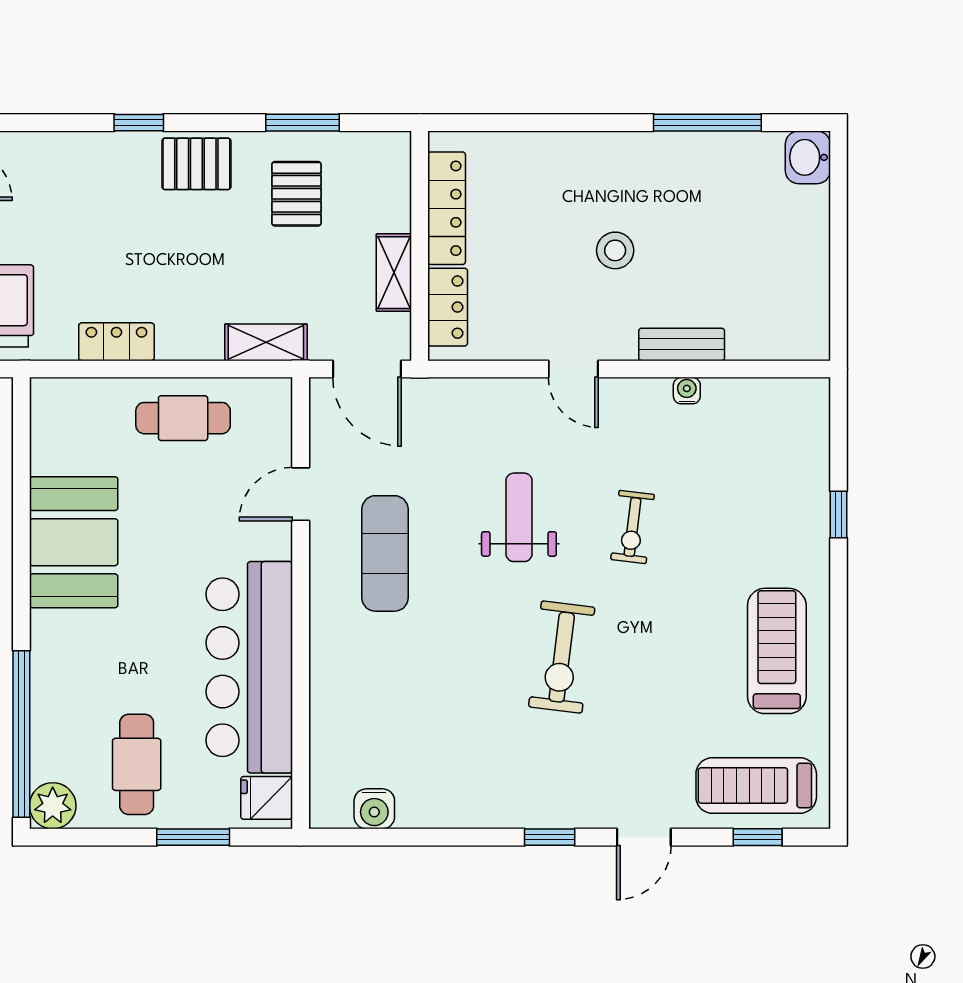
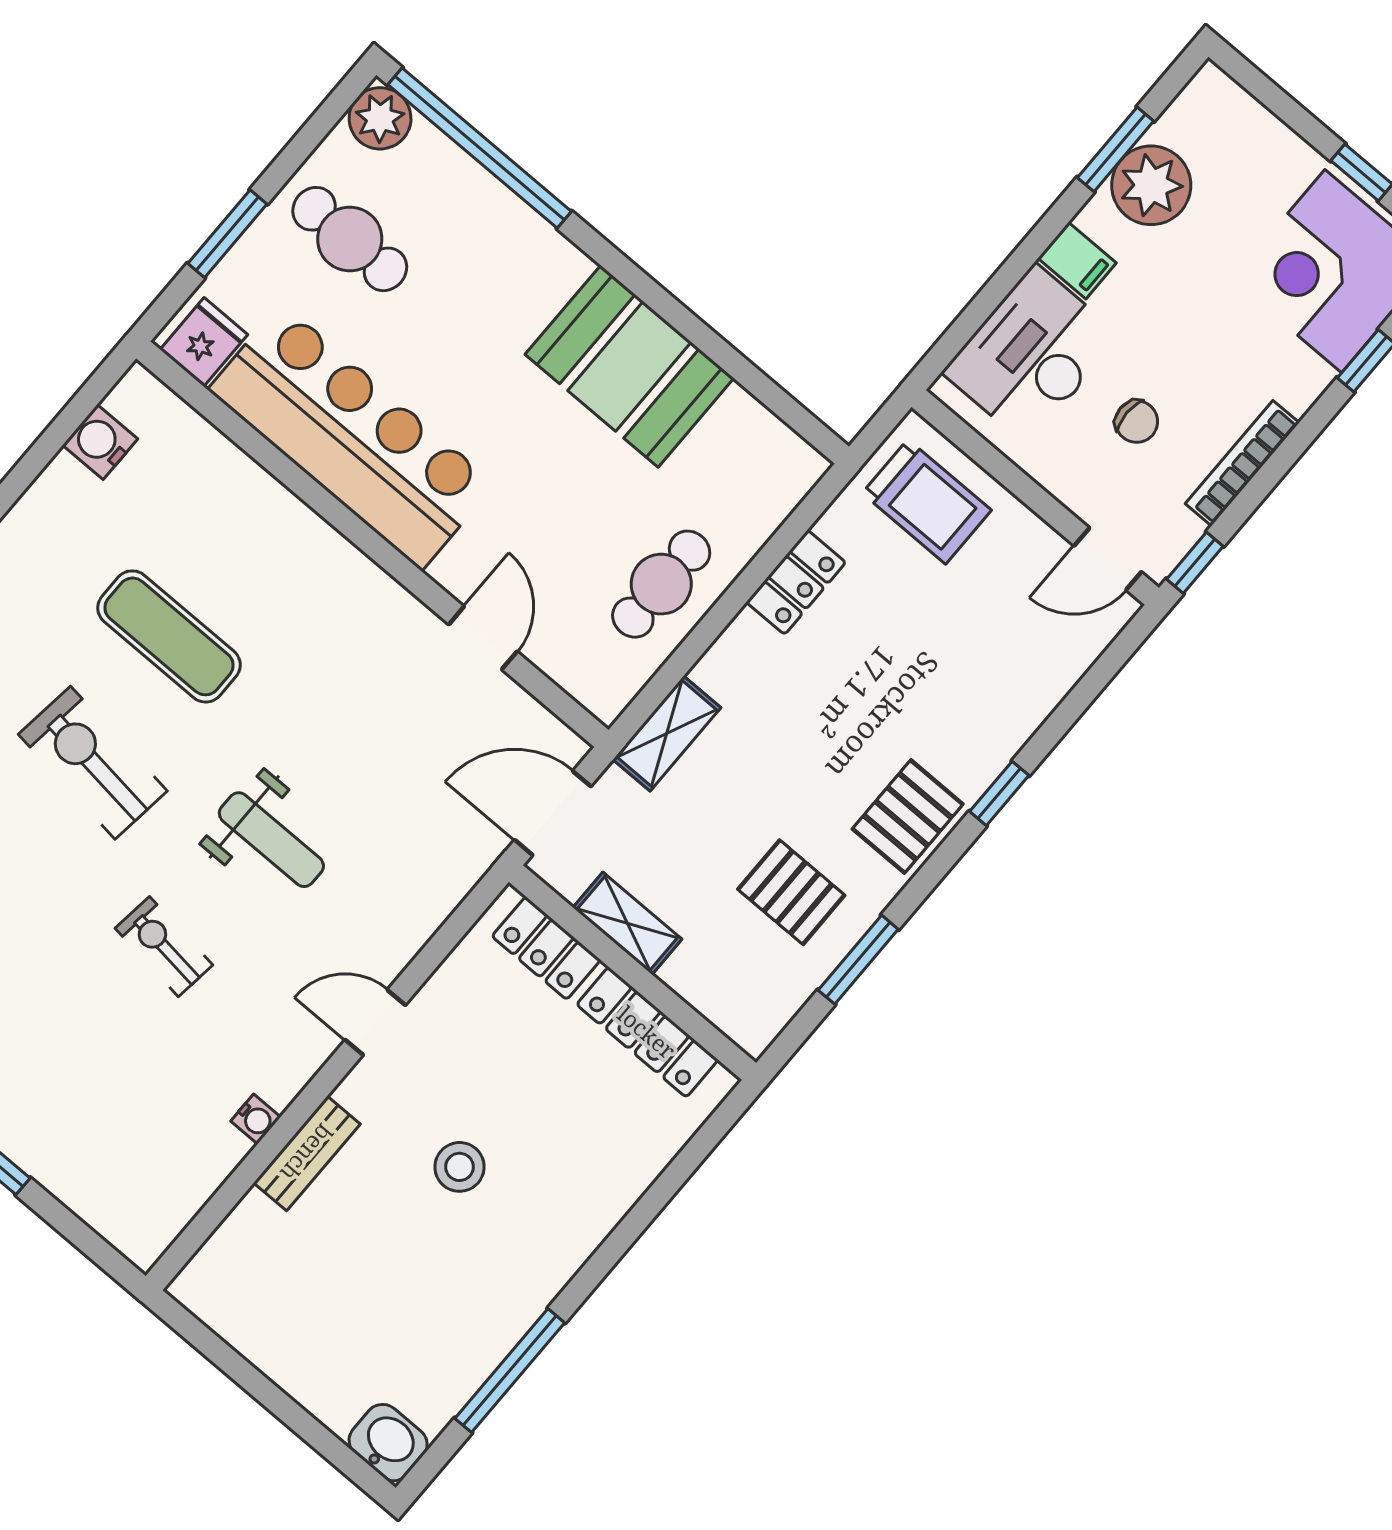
exercise mat: (385, 553) -> (169, 636), moved

